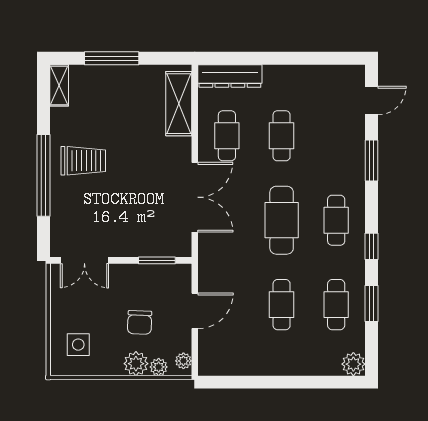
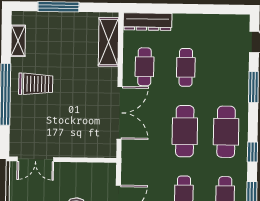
shelving: (59, 85) -> (18, 41), moved
cafe table: (336, 220) -> (226, 132), width x1.37, depth x1.35
window: (157, 260) -> (90, 160), removed

